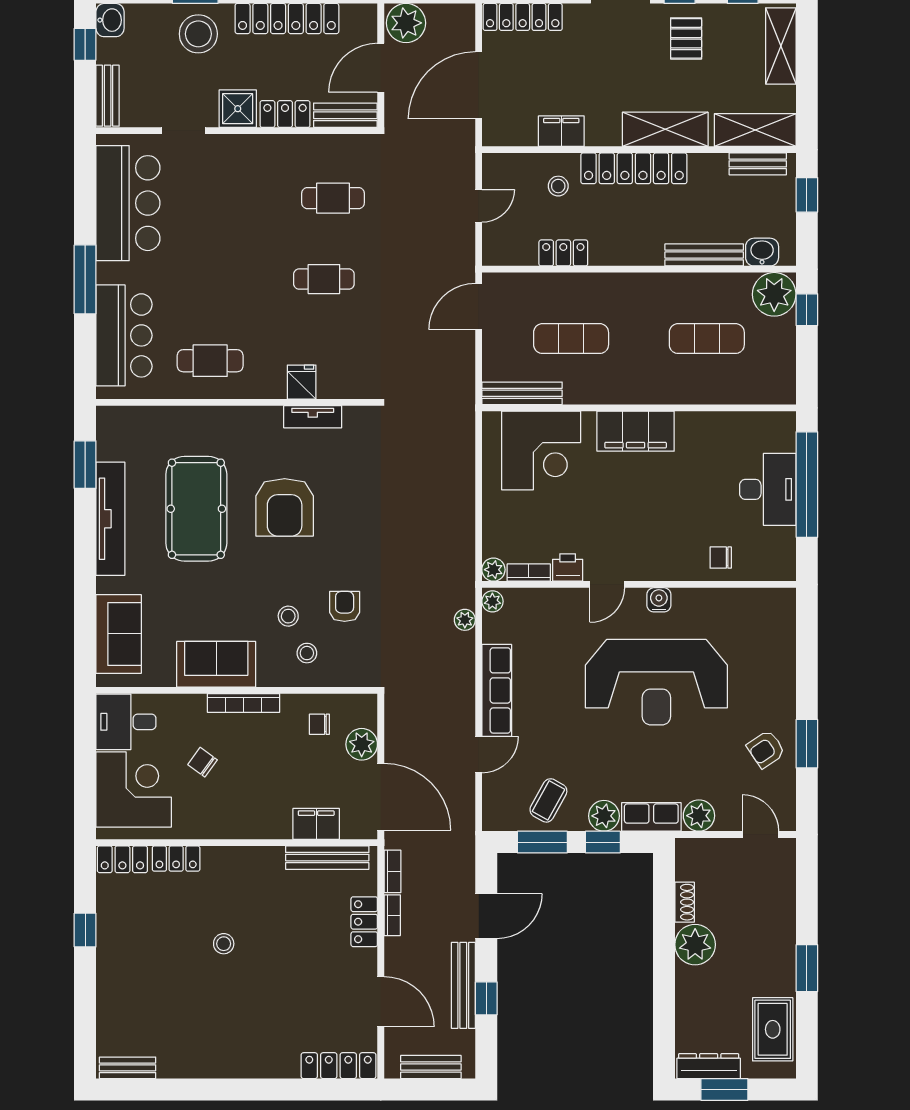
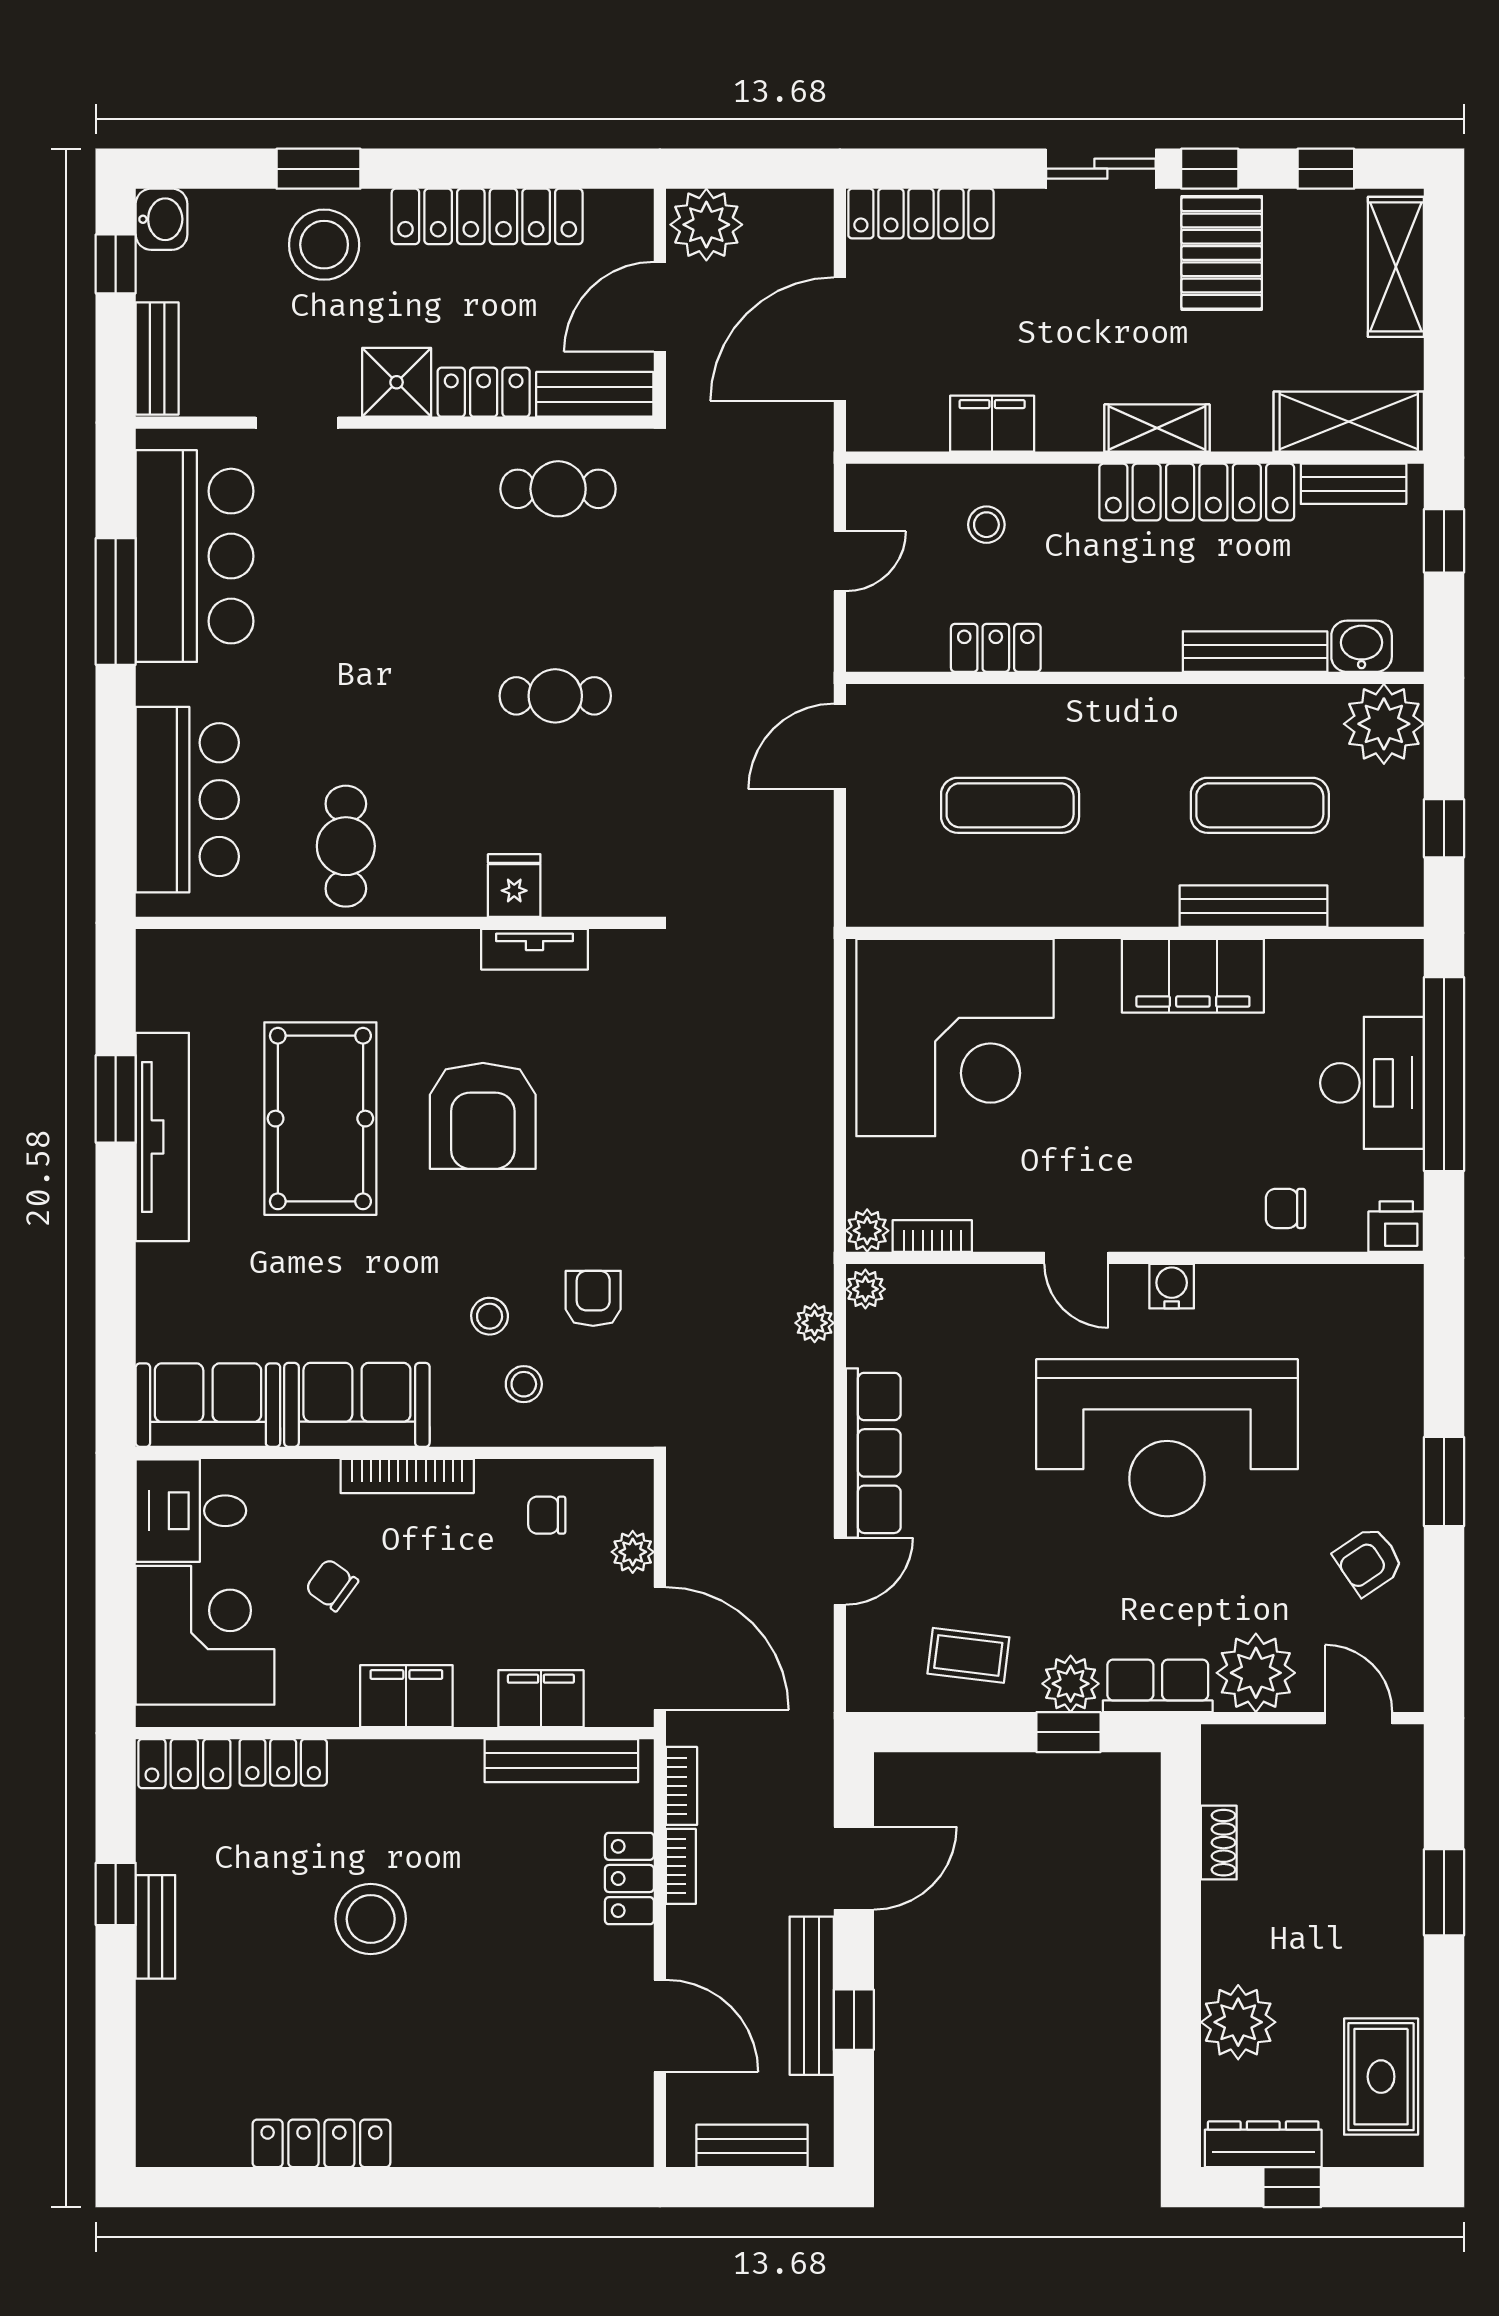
pallet: (686, 38) -> (1222, 253), width x1.50, depth x1.42
shelving: (665, 129) -> (1157, 428), width x0.67, depth x0.75
locker: (634, 168) -> (1197, 492), moved
cafe table: (333, 198) -> (558, 489), moved
window: (85, 279) -> (116, 601), moved
window: (807, 310) -> (1444, 828), moved
cafe table: (210, 361) -> (346, 846), turned 90
bench: (522, 393) -> (1253, 906), moved
filing cabinet: (636, 431) -> (1193, 976), moved
corner desk: (541, 451) -> (955, 1038), width x1.36, depth x1.36
window: (85, 465) -> (116, 1099), moved
printer: (568, 567) -> (1396, 1227), moved
door: (607, 584) -> (1076, 1258), hinge flipped
sofa: (119, 634) -> (208, 1405), moved, turned -90
plant: (362, 744) -> (633, 1552), width x0.73, depth x0.73
window: (807, 744) -> (1444, 1482), moved
coffee table: (548, 800) -> (968, 1655), turned 68
plant: (699, 816) -> (1256, 1673), width x1.36, depth x1.36
filing cabinet: (243, 823) -> (406, 1696), added
window: (542, 842) -> (957, 1732), removed
stool: (224, 944) -> (371, 1919), width x1.89, depth x1.89
plant: (695, 945) -> (1238, 2022), moved
window: (807, 968) -> (1444, 1892), moved
locker: (339, 1066) -> (321, 2143), moved
bench: (128, 1068) -> (155, 1927), moved, turned 90
window: (724, 1089) -> (1292, 2187), width x0.67

